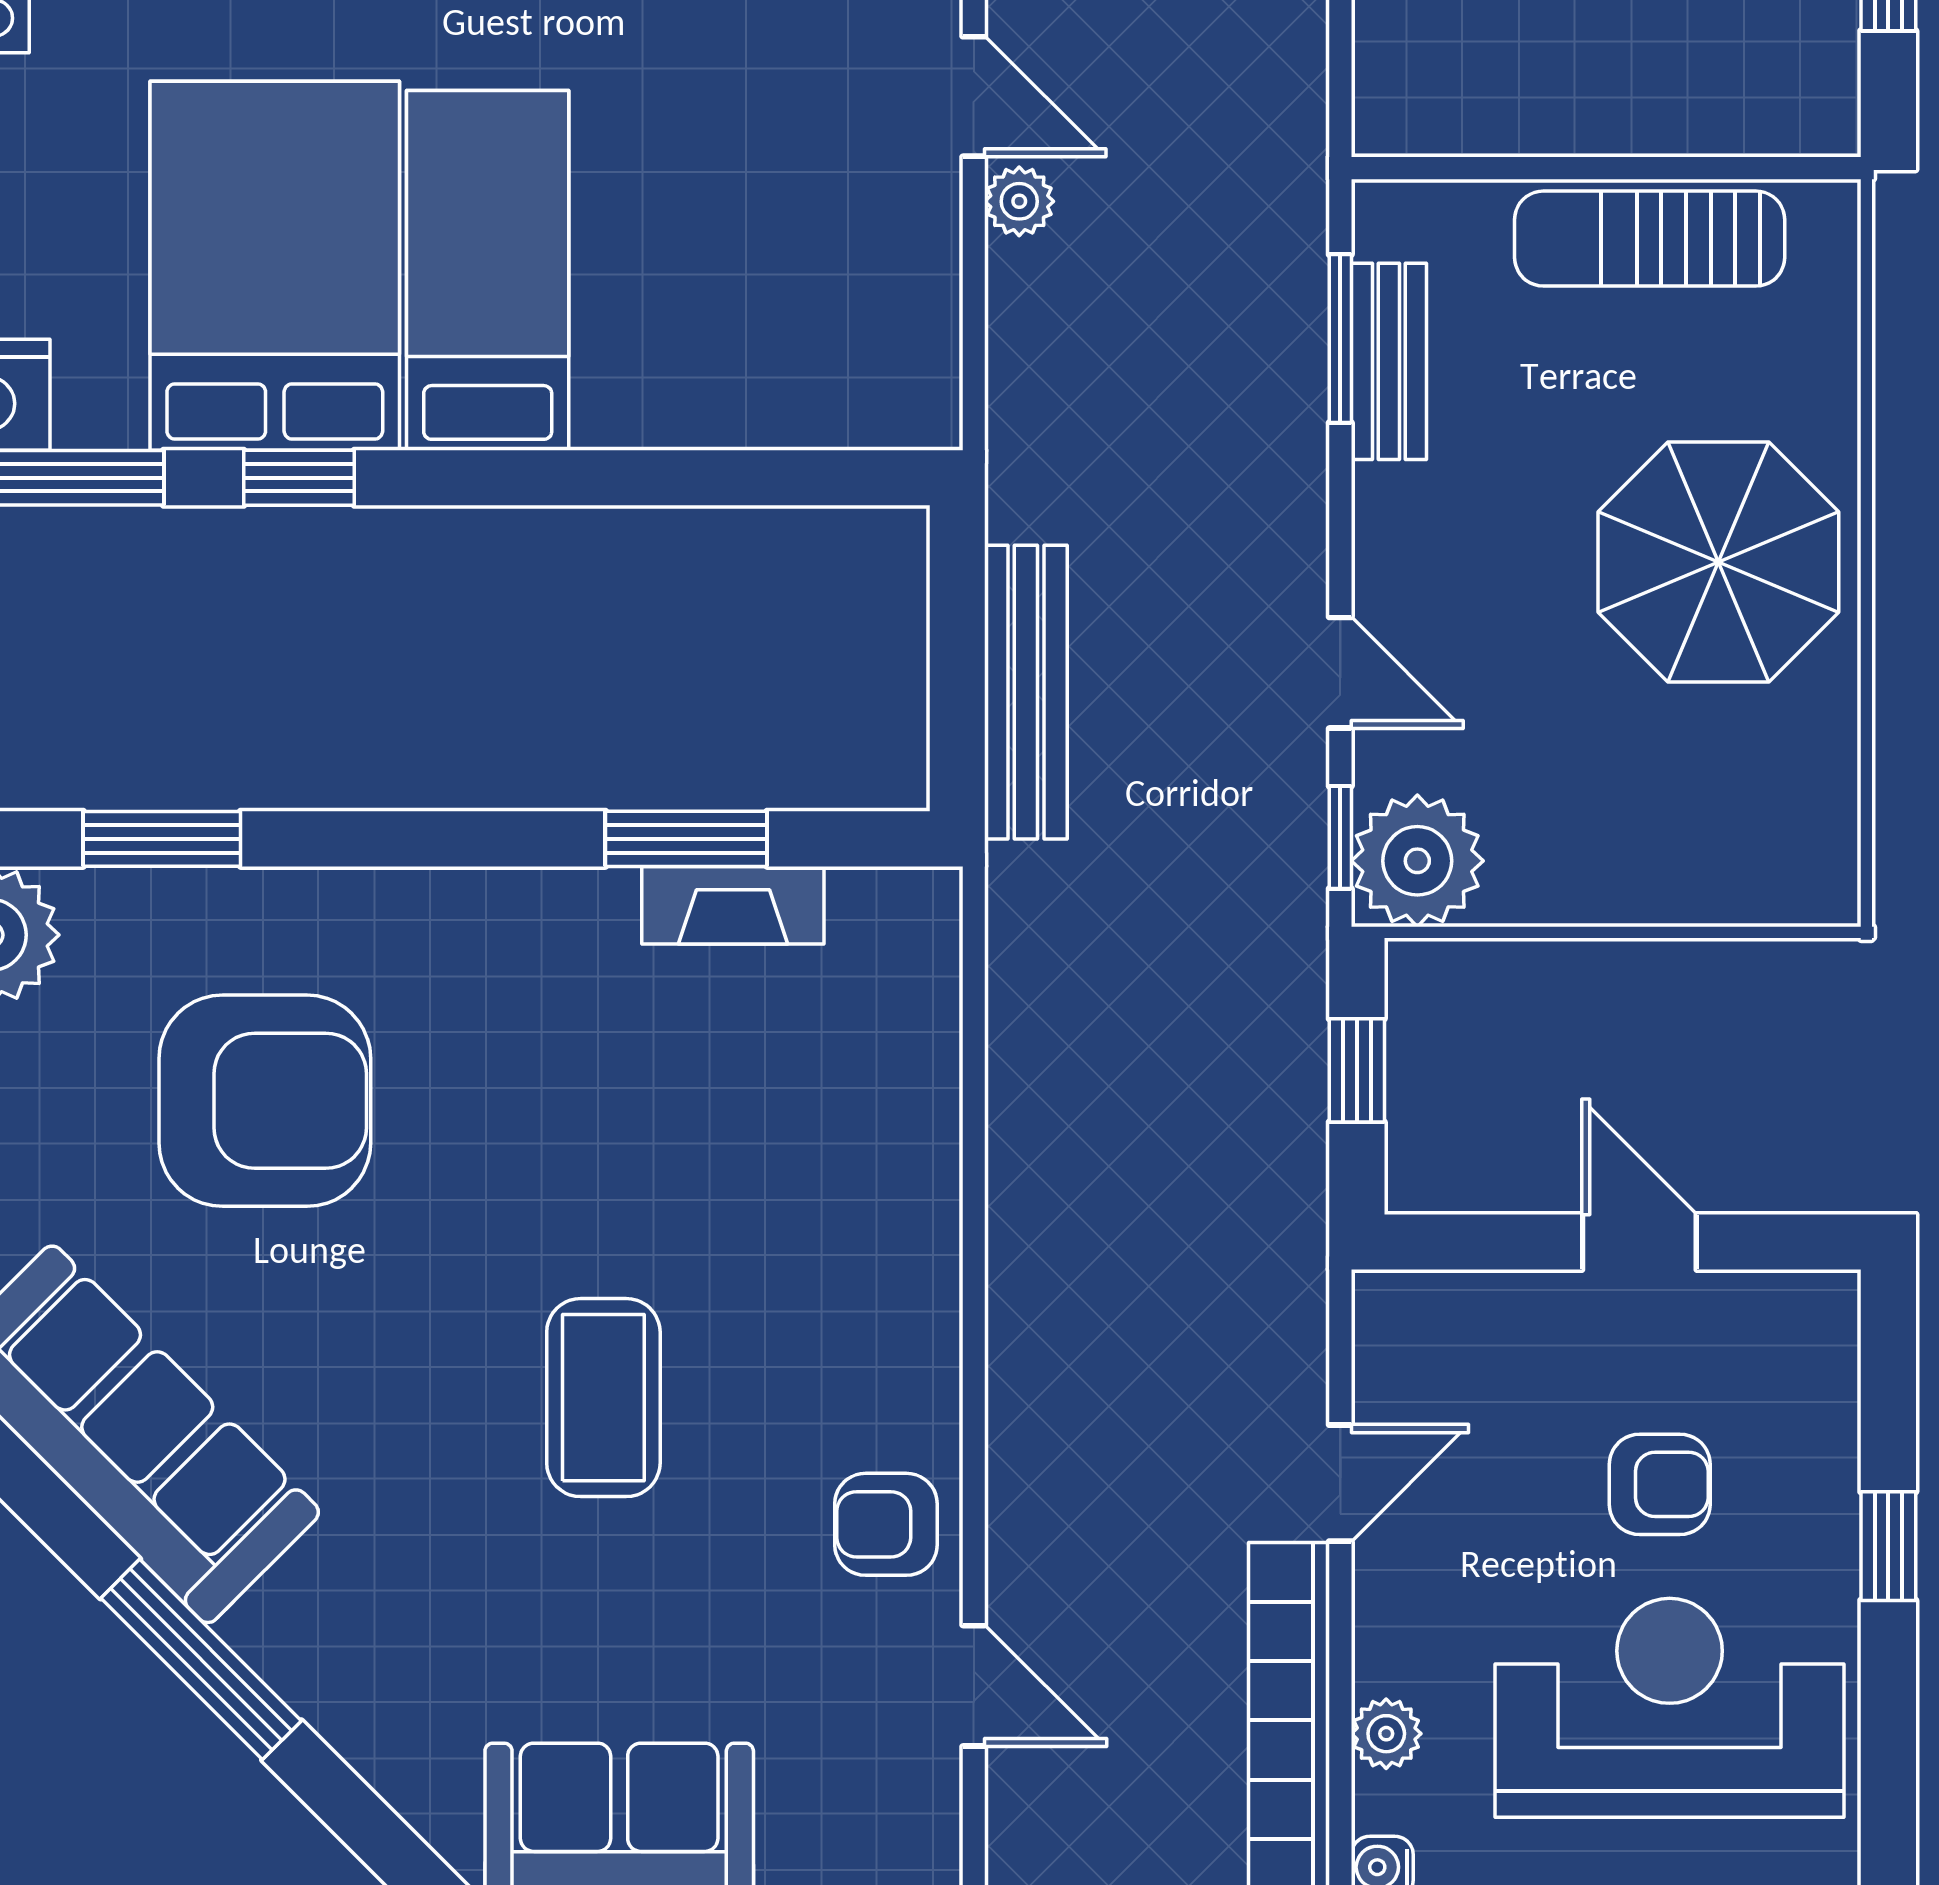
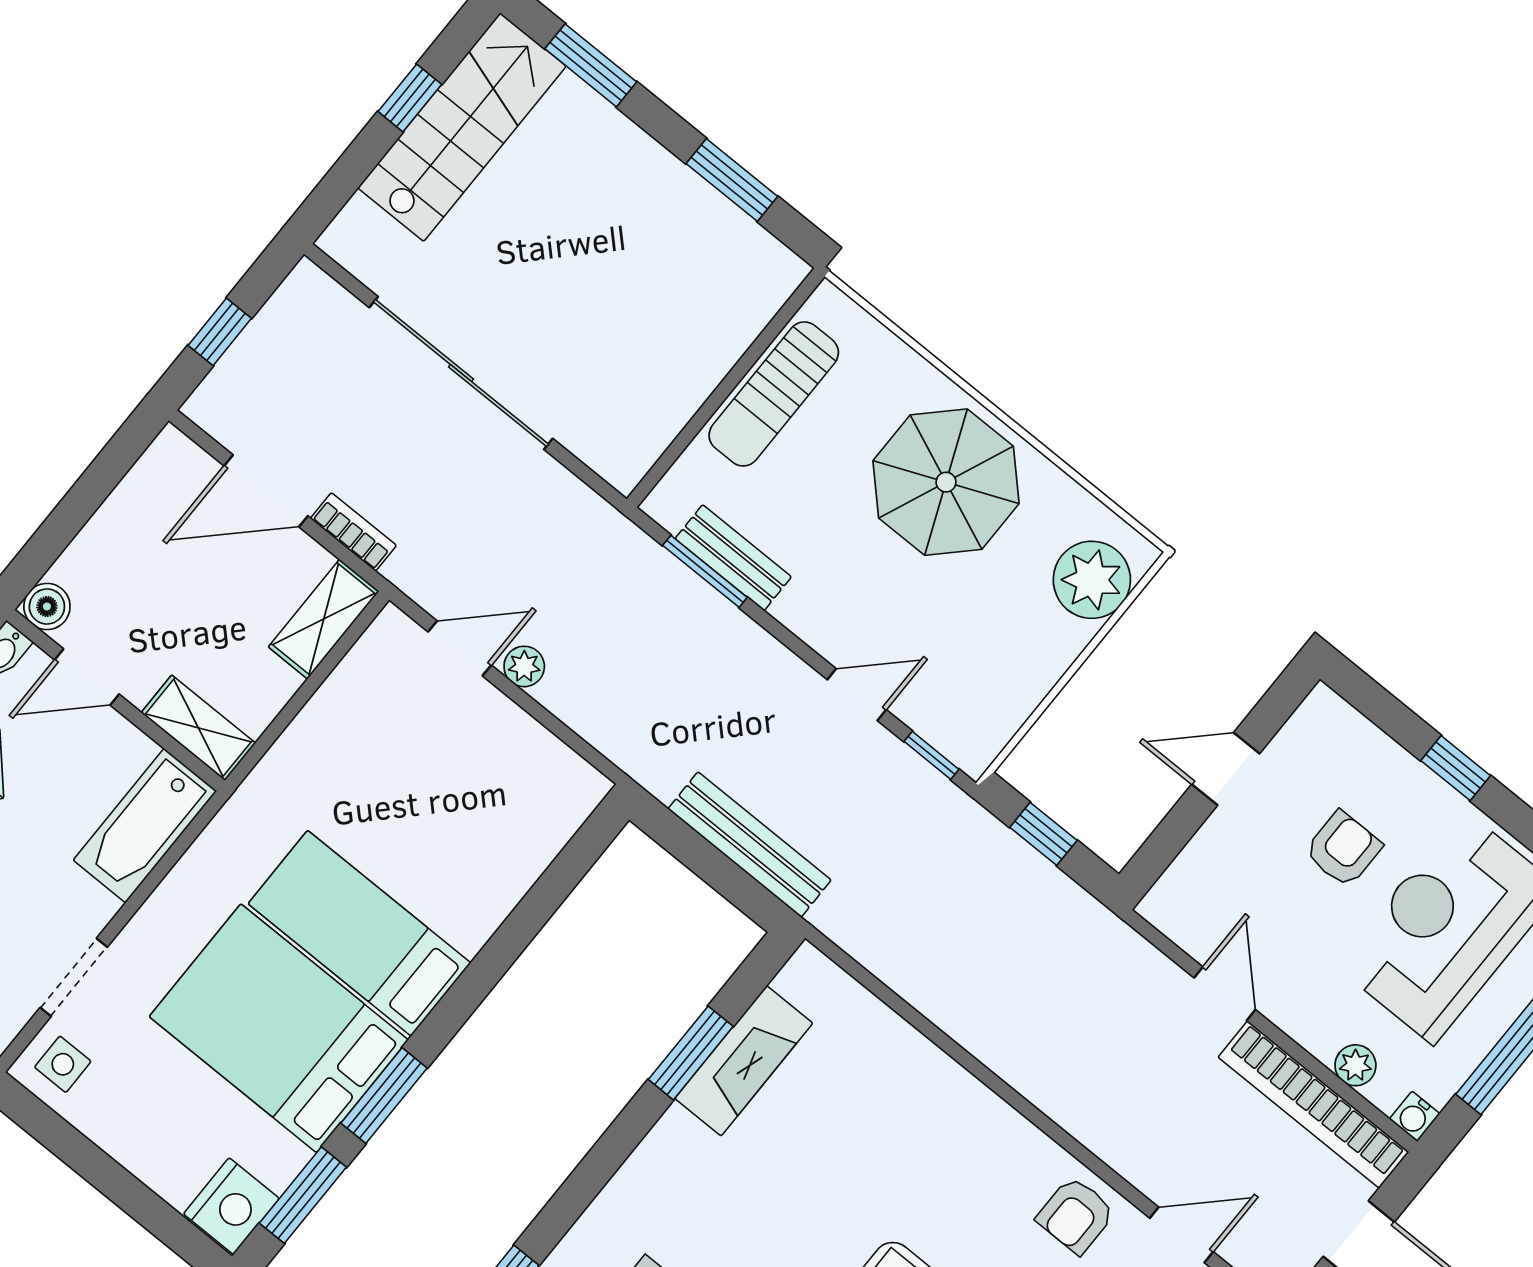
window: (299, 478) -> (384, 1096), width x1.50
plant: (1417, 861) -> (1092, 580), moved
fireplace: (733, 905) -> (744, 1061), width x1.37, depth x1.32

